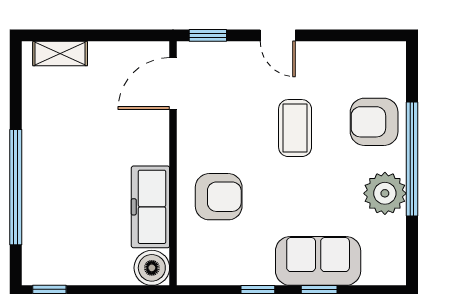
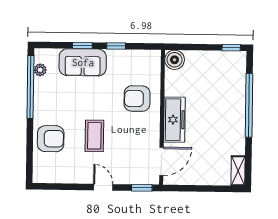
shelving: (60, 54) -> (238, 171), moved, turned 90
window: (412, 159) -> (30, 87), moved
plant: (385, 193) -> (40, 70), moved, width x0.53, depth x0.53
freezer: (150, 207) -> (174, 120), moved

